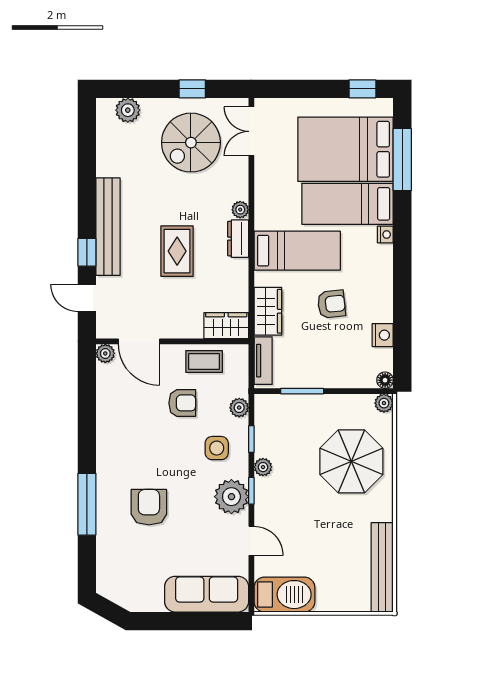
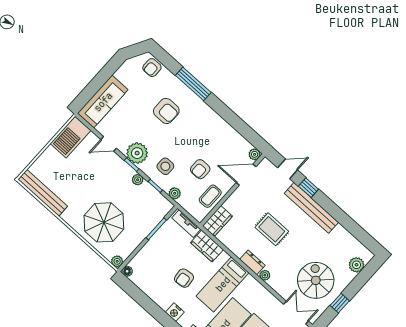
nightstand: (383, 335) -> (175, 312), moved
armchair: (112, 572) -> (152, 68), added

